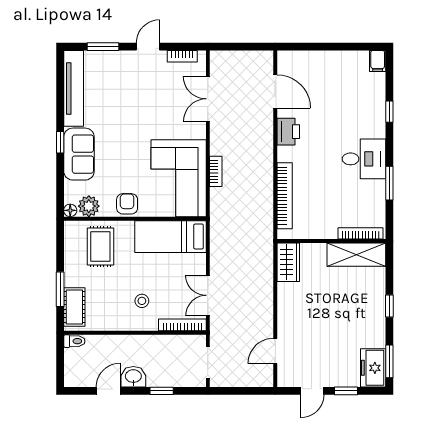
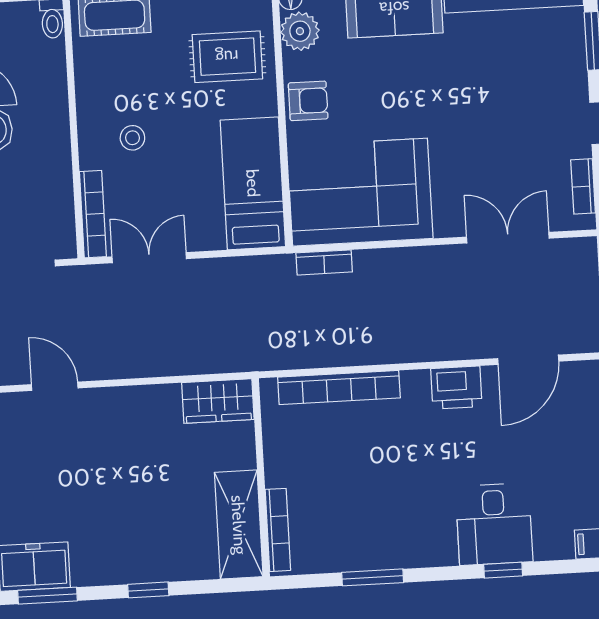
desk: (364, 159) -> (494, 524), moved
bookcase: (216, 171) -> (324, 262), moved

